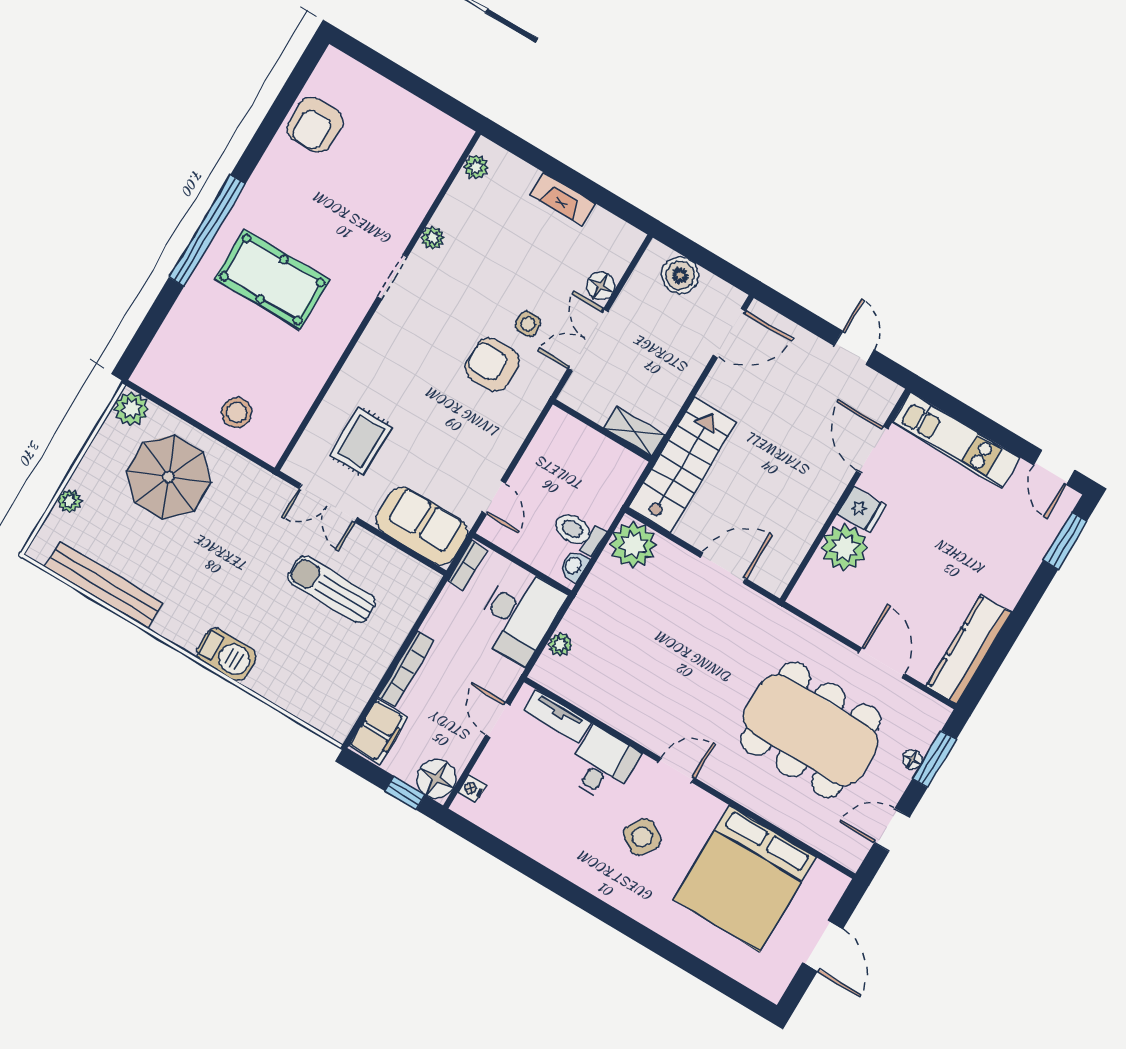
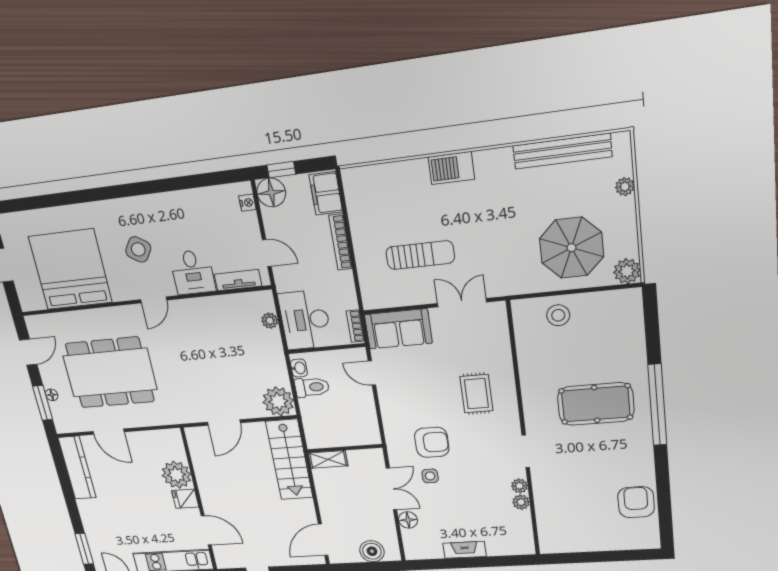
plant: (476, 167) -> (521, 502), moved
rug: (361, 441) -> (476, 394), moved

